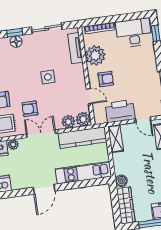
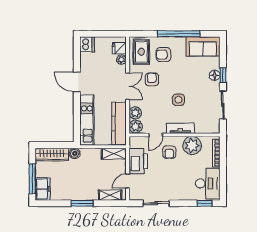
tv unit: (75, 48) -> (180, 128), moved

